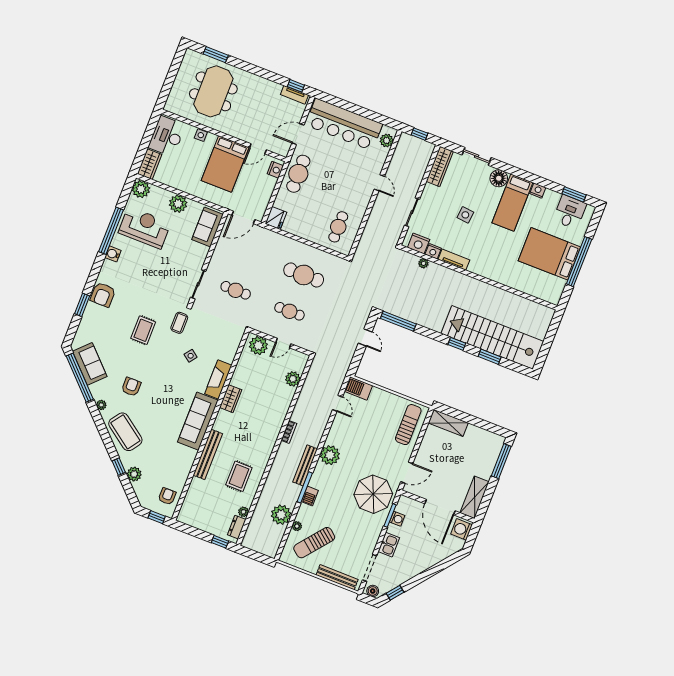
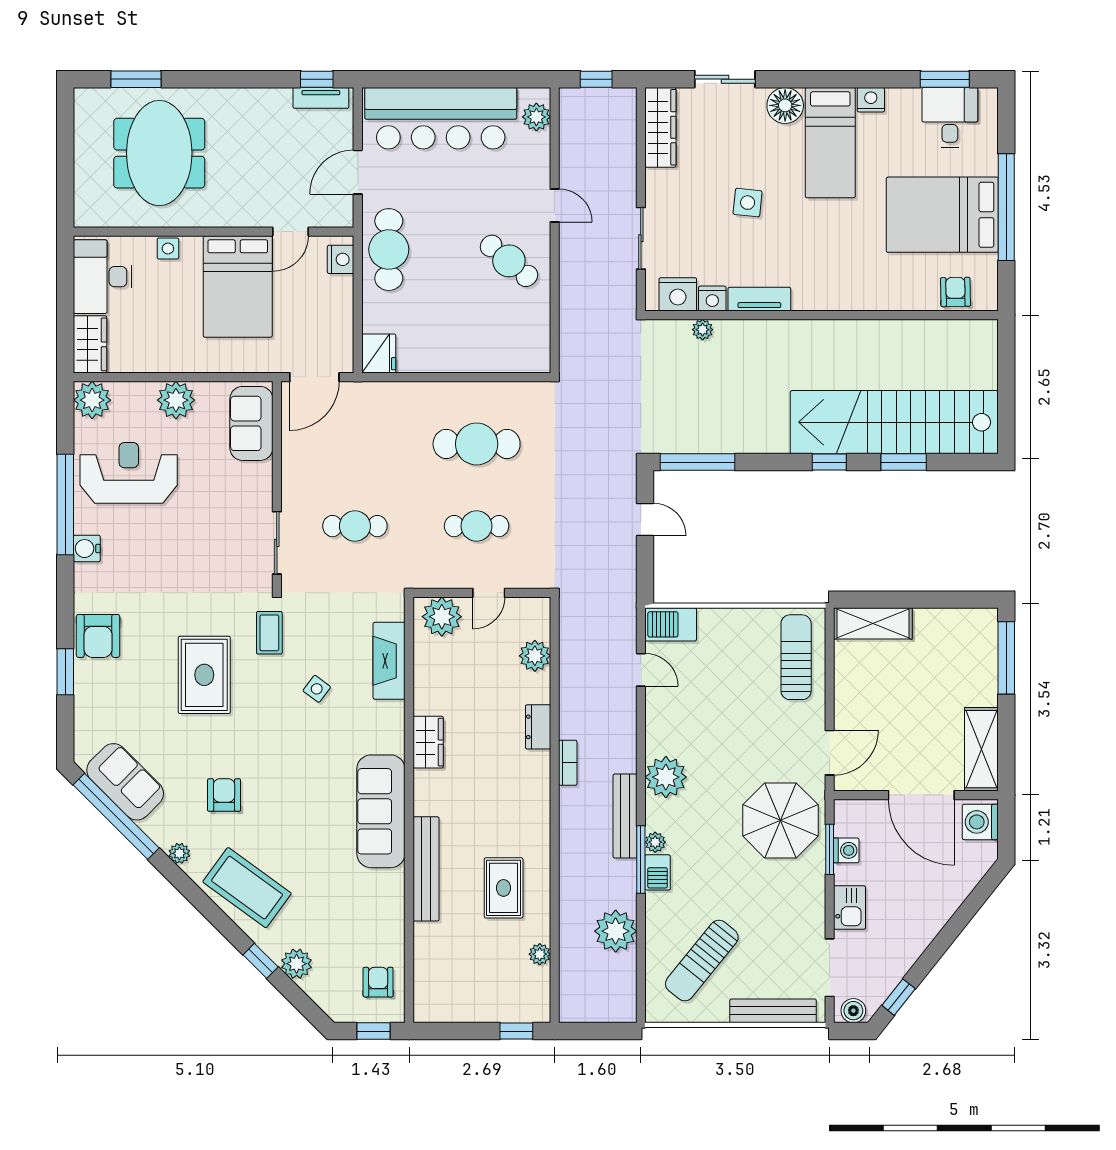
cafe table: (338, 227) -> (509, 261), moved, turned -50
armchair: (542, 290) -> (955, 292), added
rug: (143, 330) -> (204, 675), width x1.36, depth x1.43
fireplace: (218, 379) -> (389, 661), moved
plant: (297, 526) -> (655, 842), moved
dresser: (237, 527) -> (538, 727), moved

